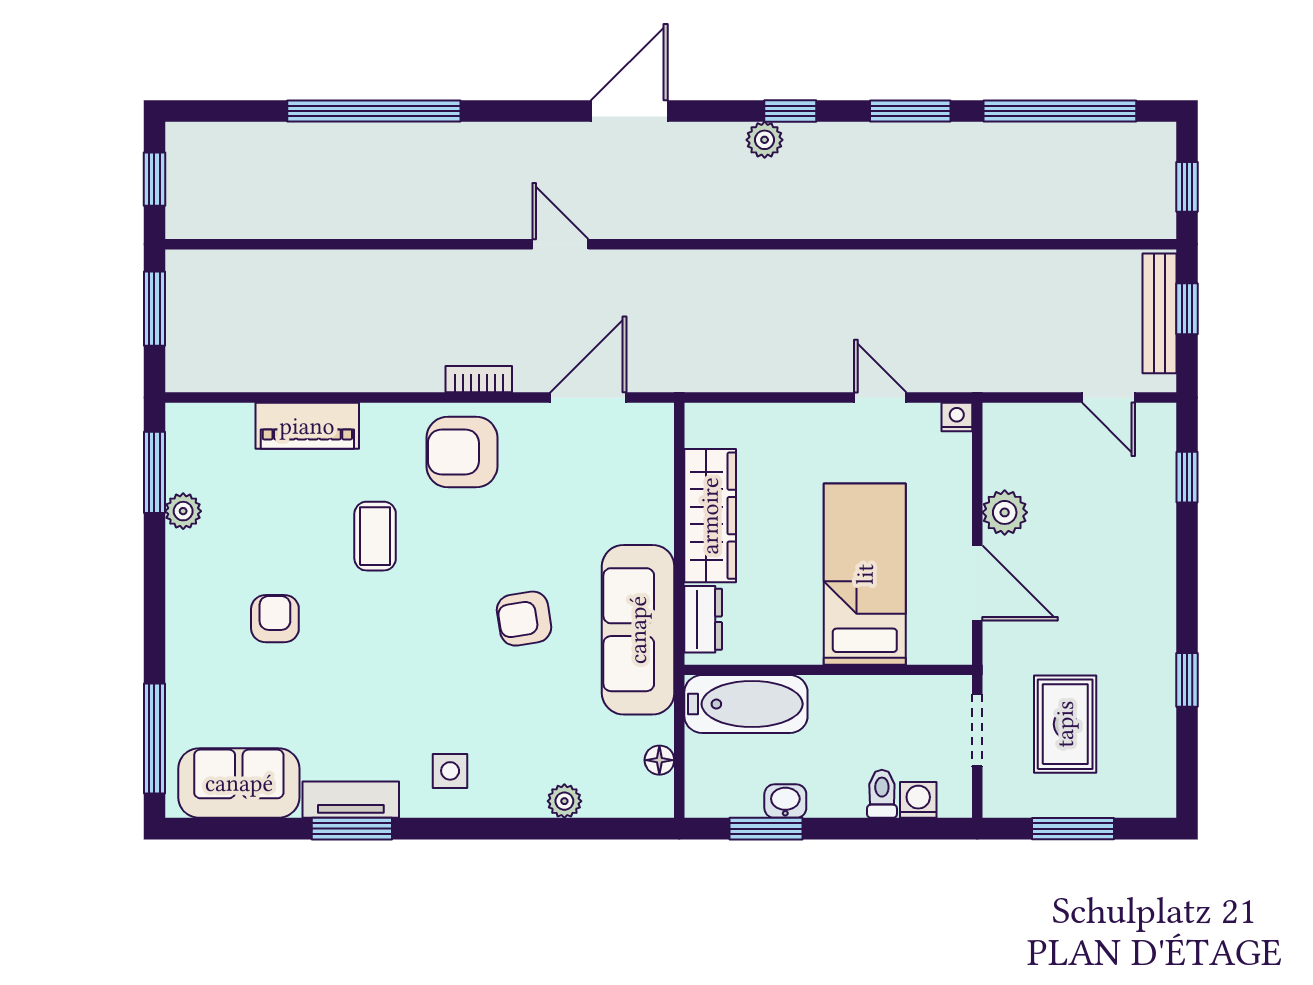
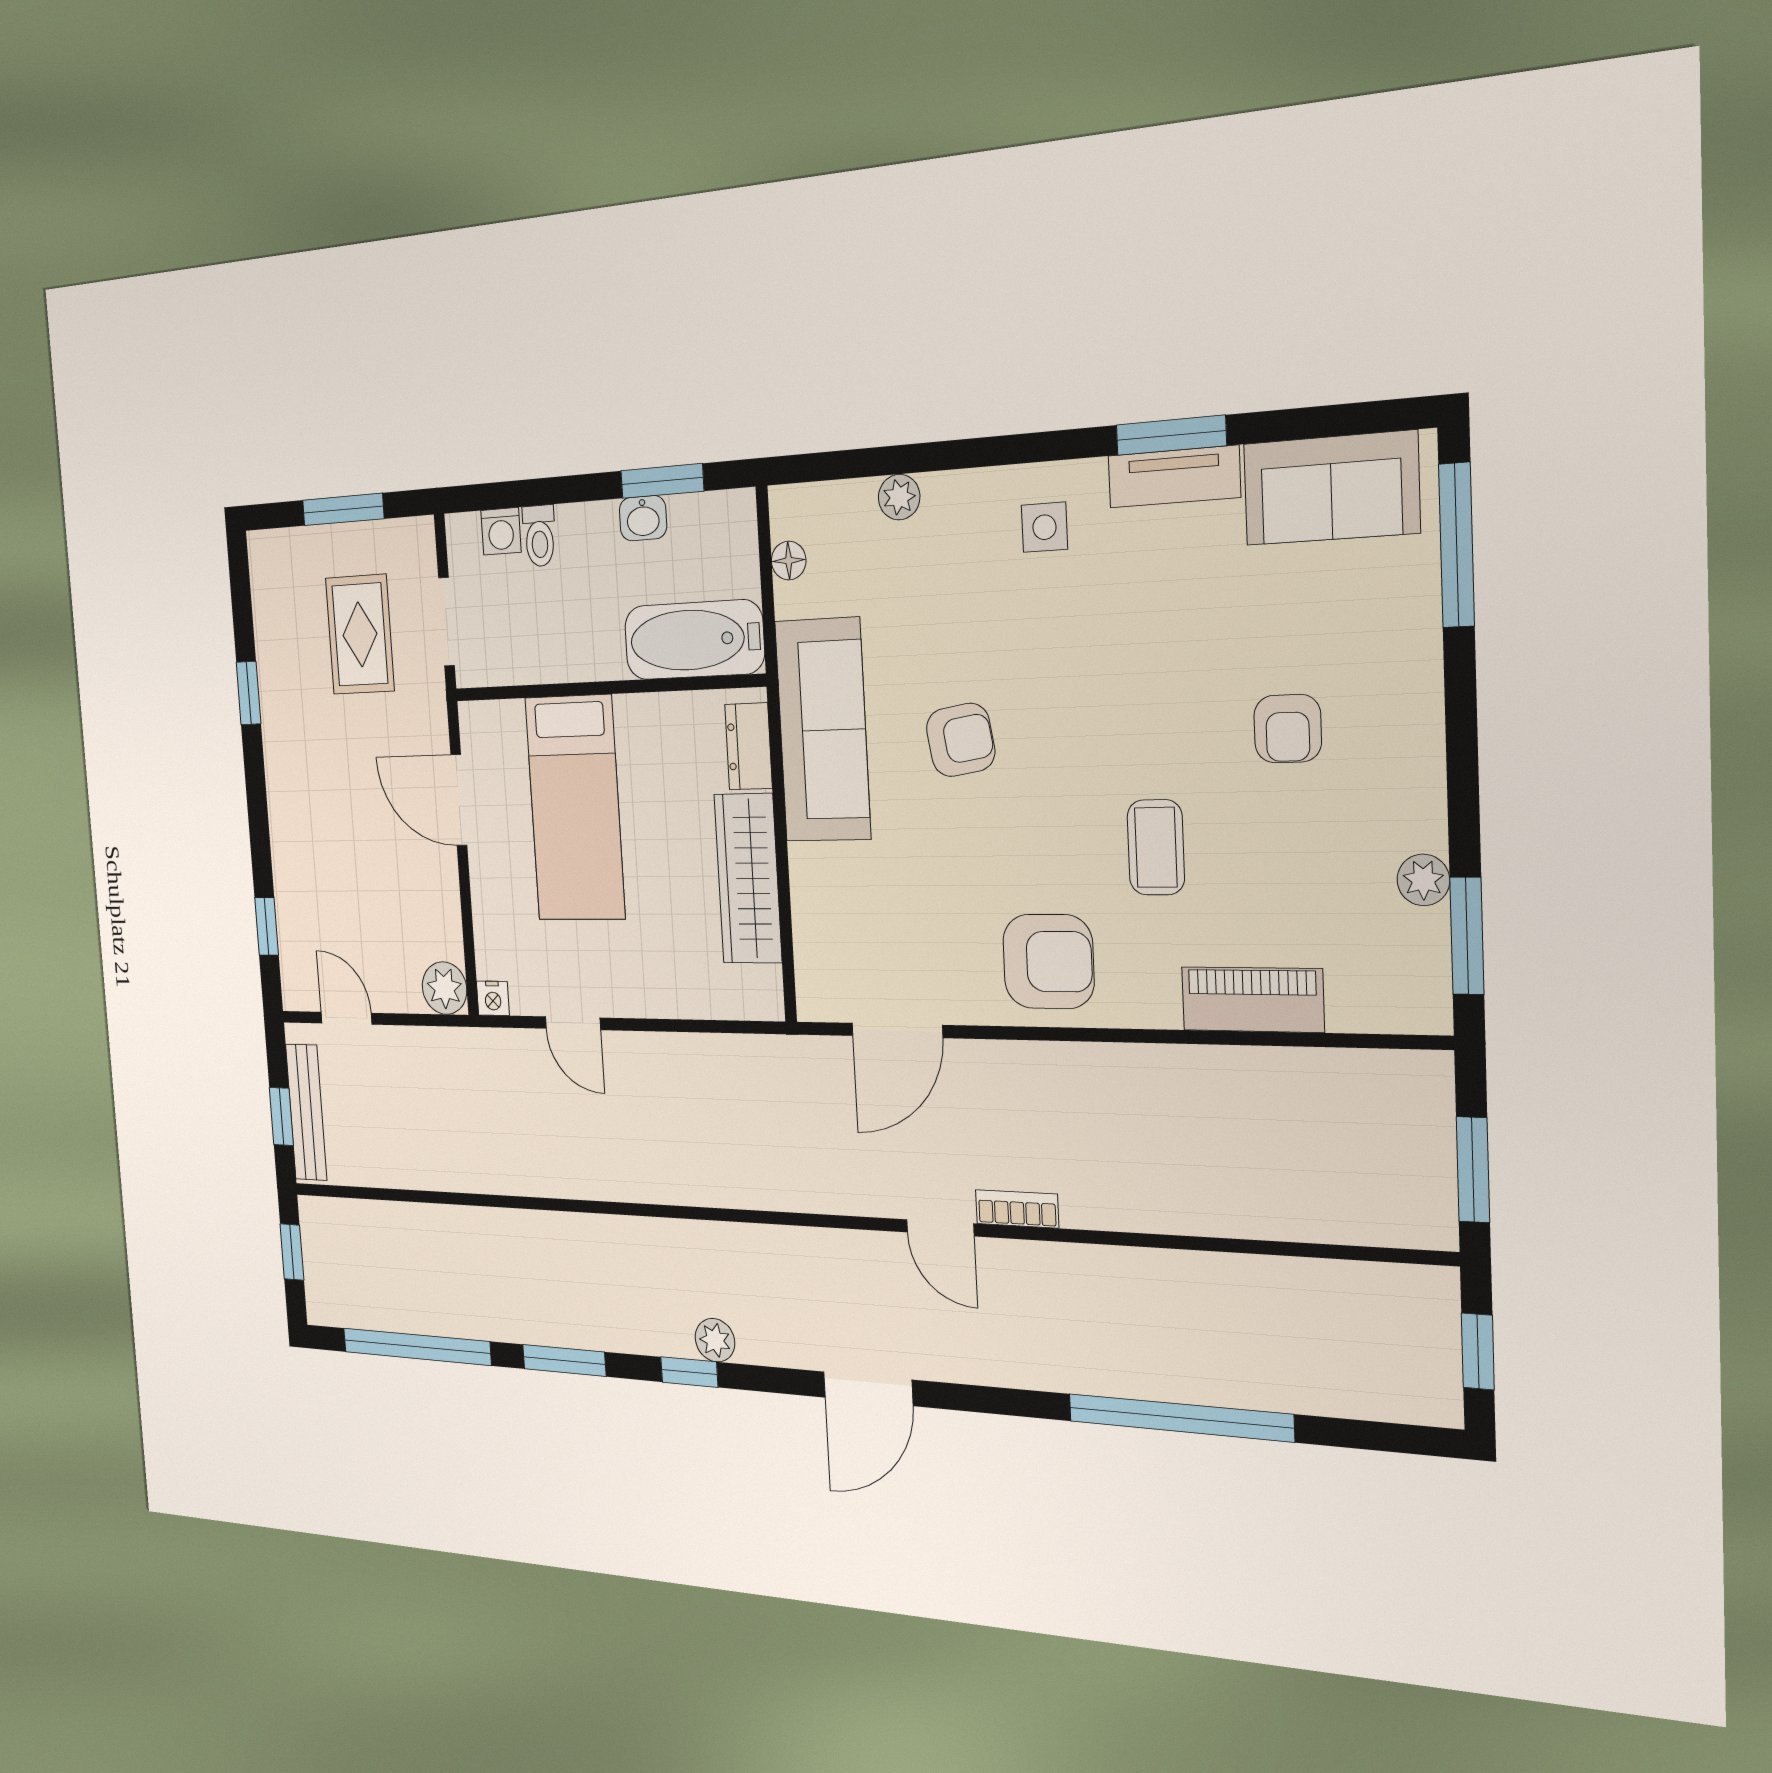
bookcase: (479, 379) -> (1017, 1209), moved, turned 180
plant: (1005, 512) -> (445, 988), moved

